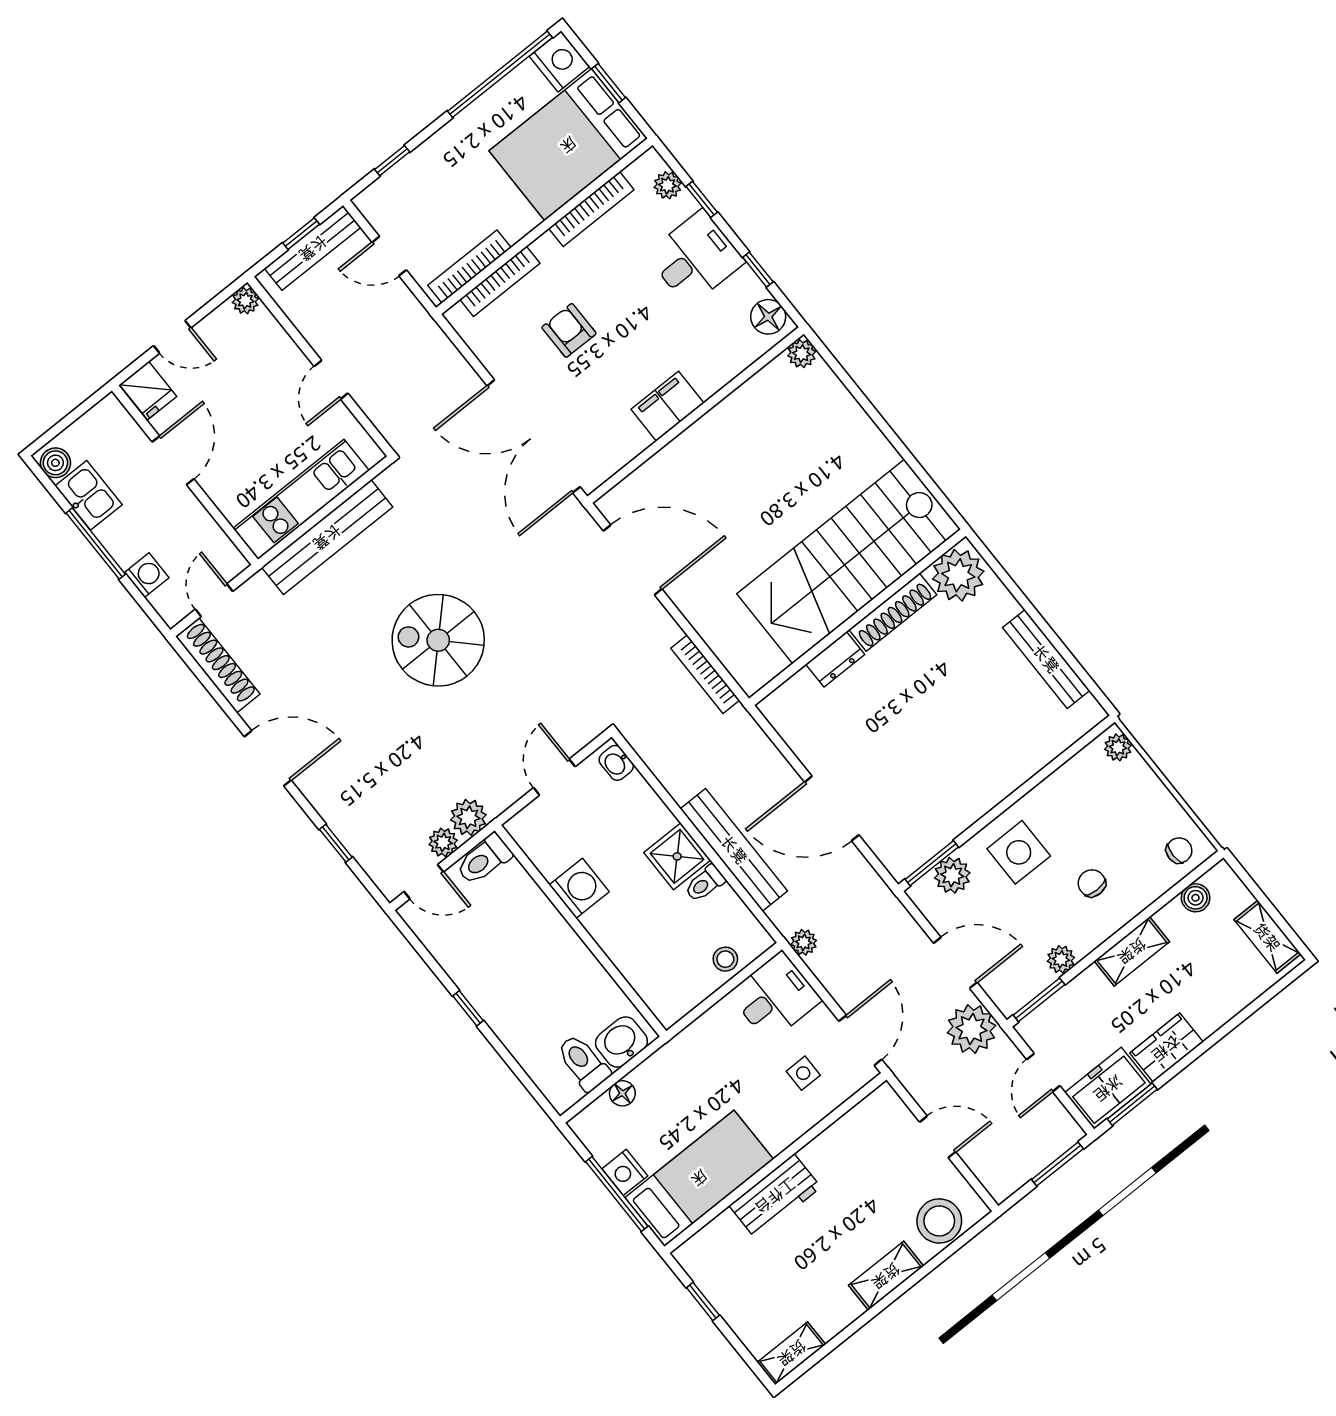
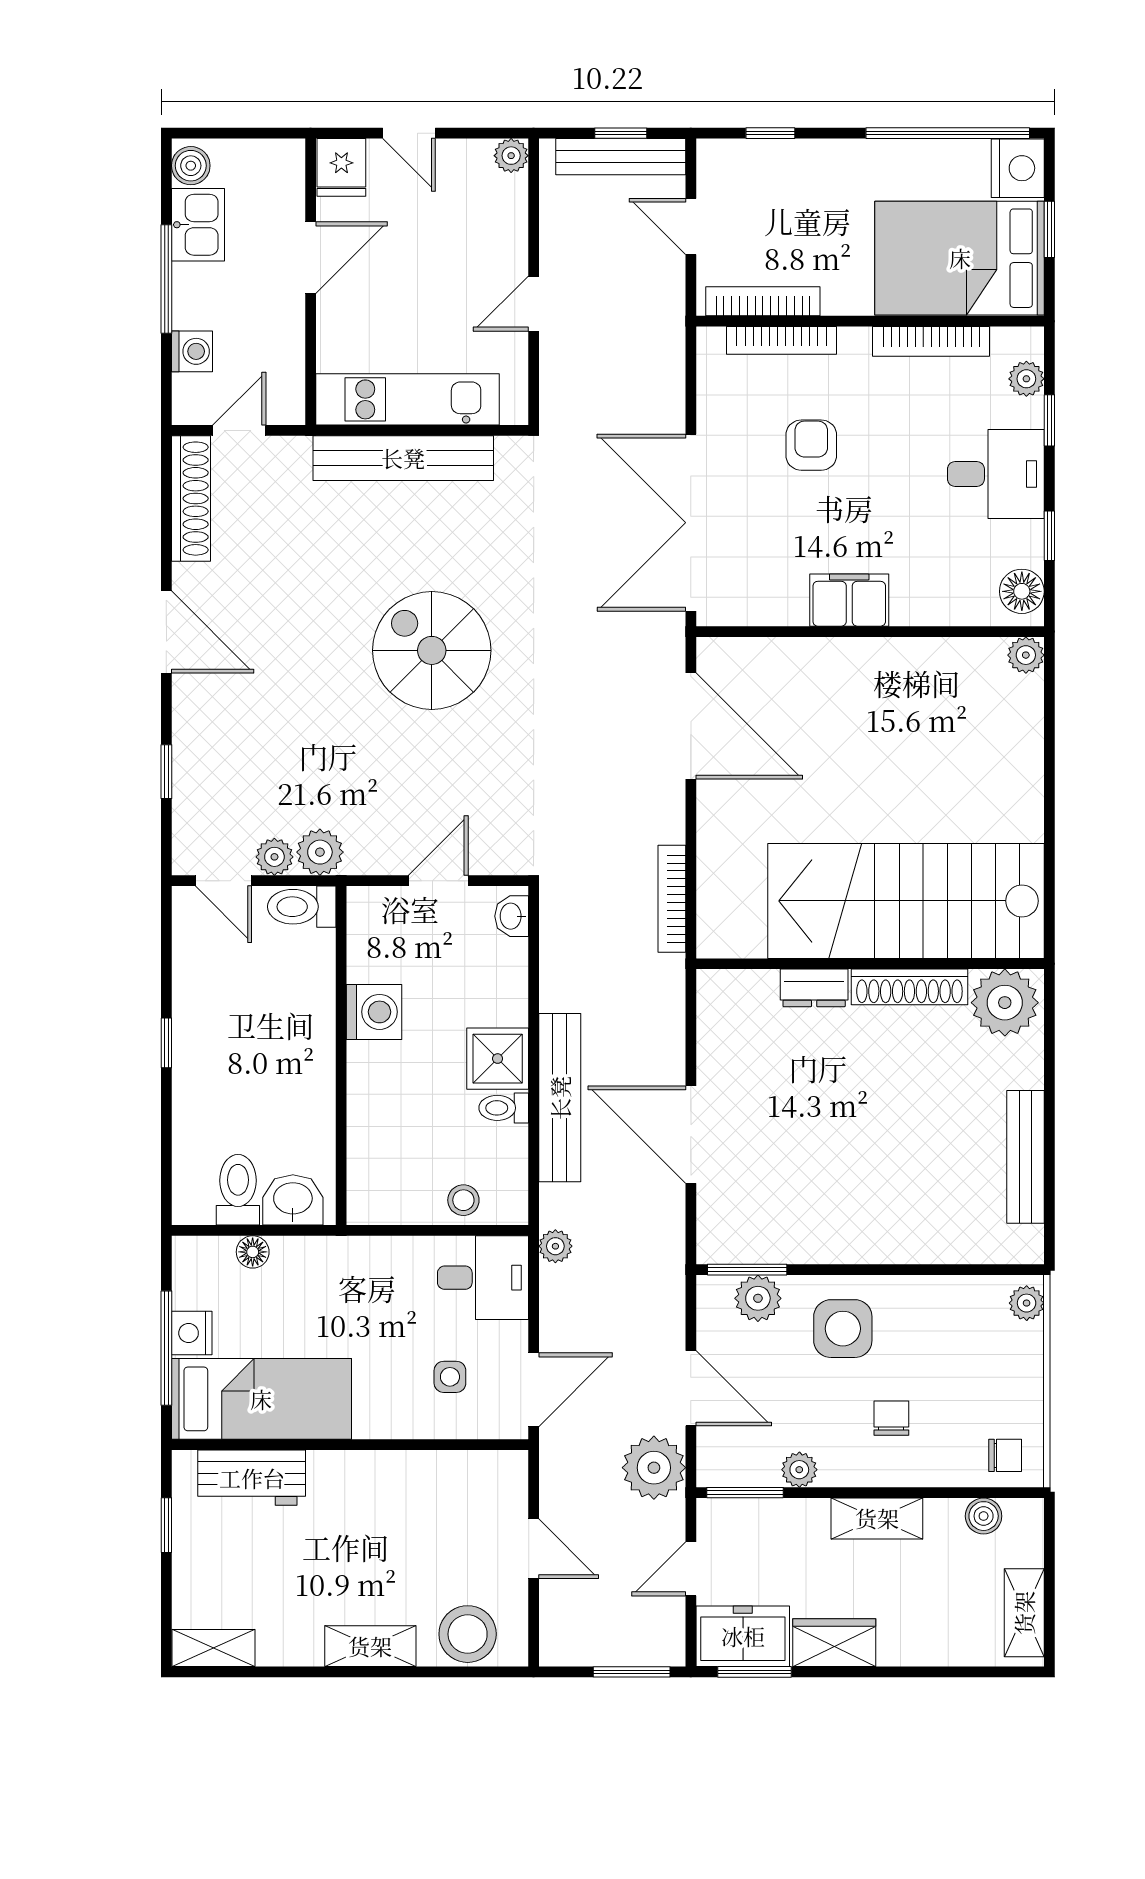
workbench: (775, 1196) -> (252, 1478), moved

